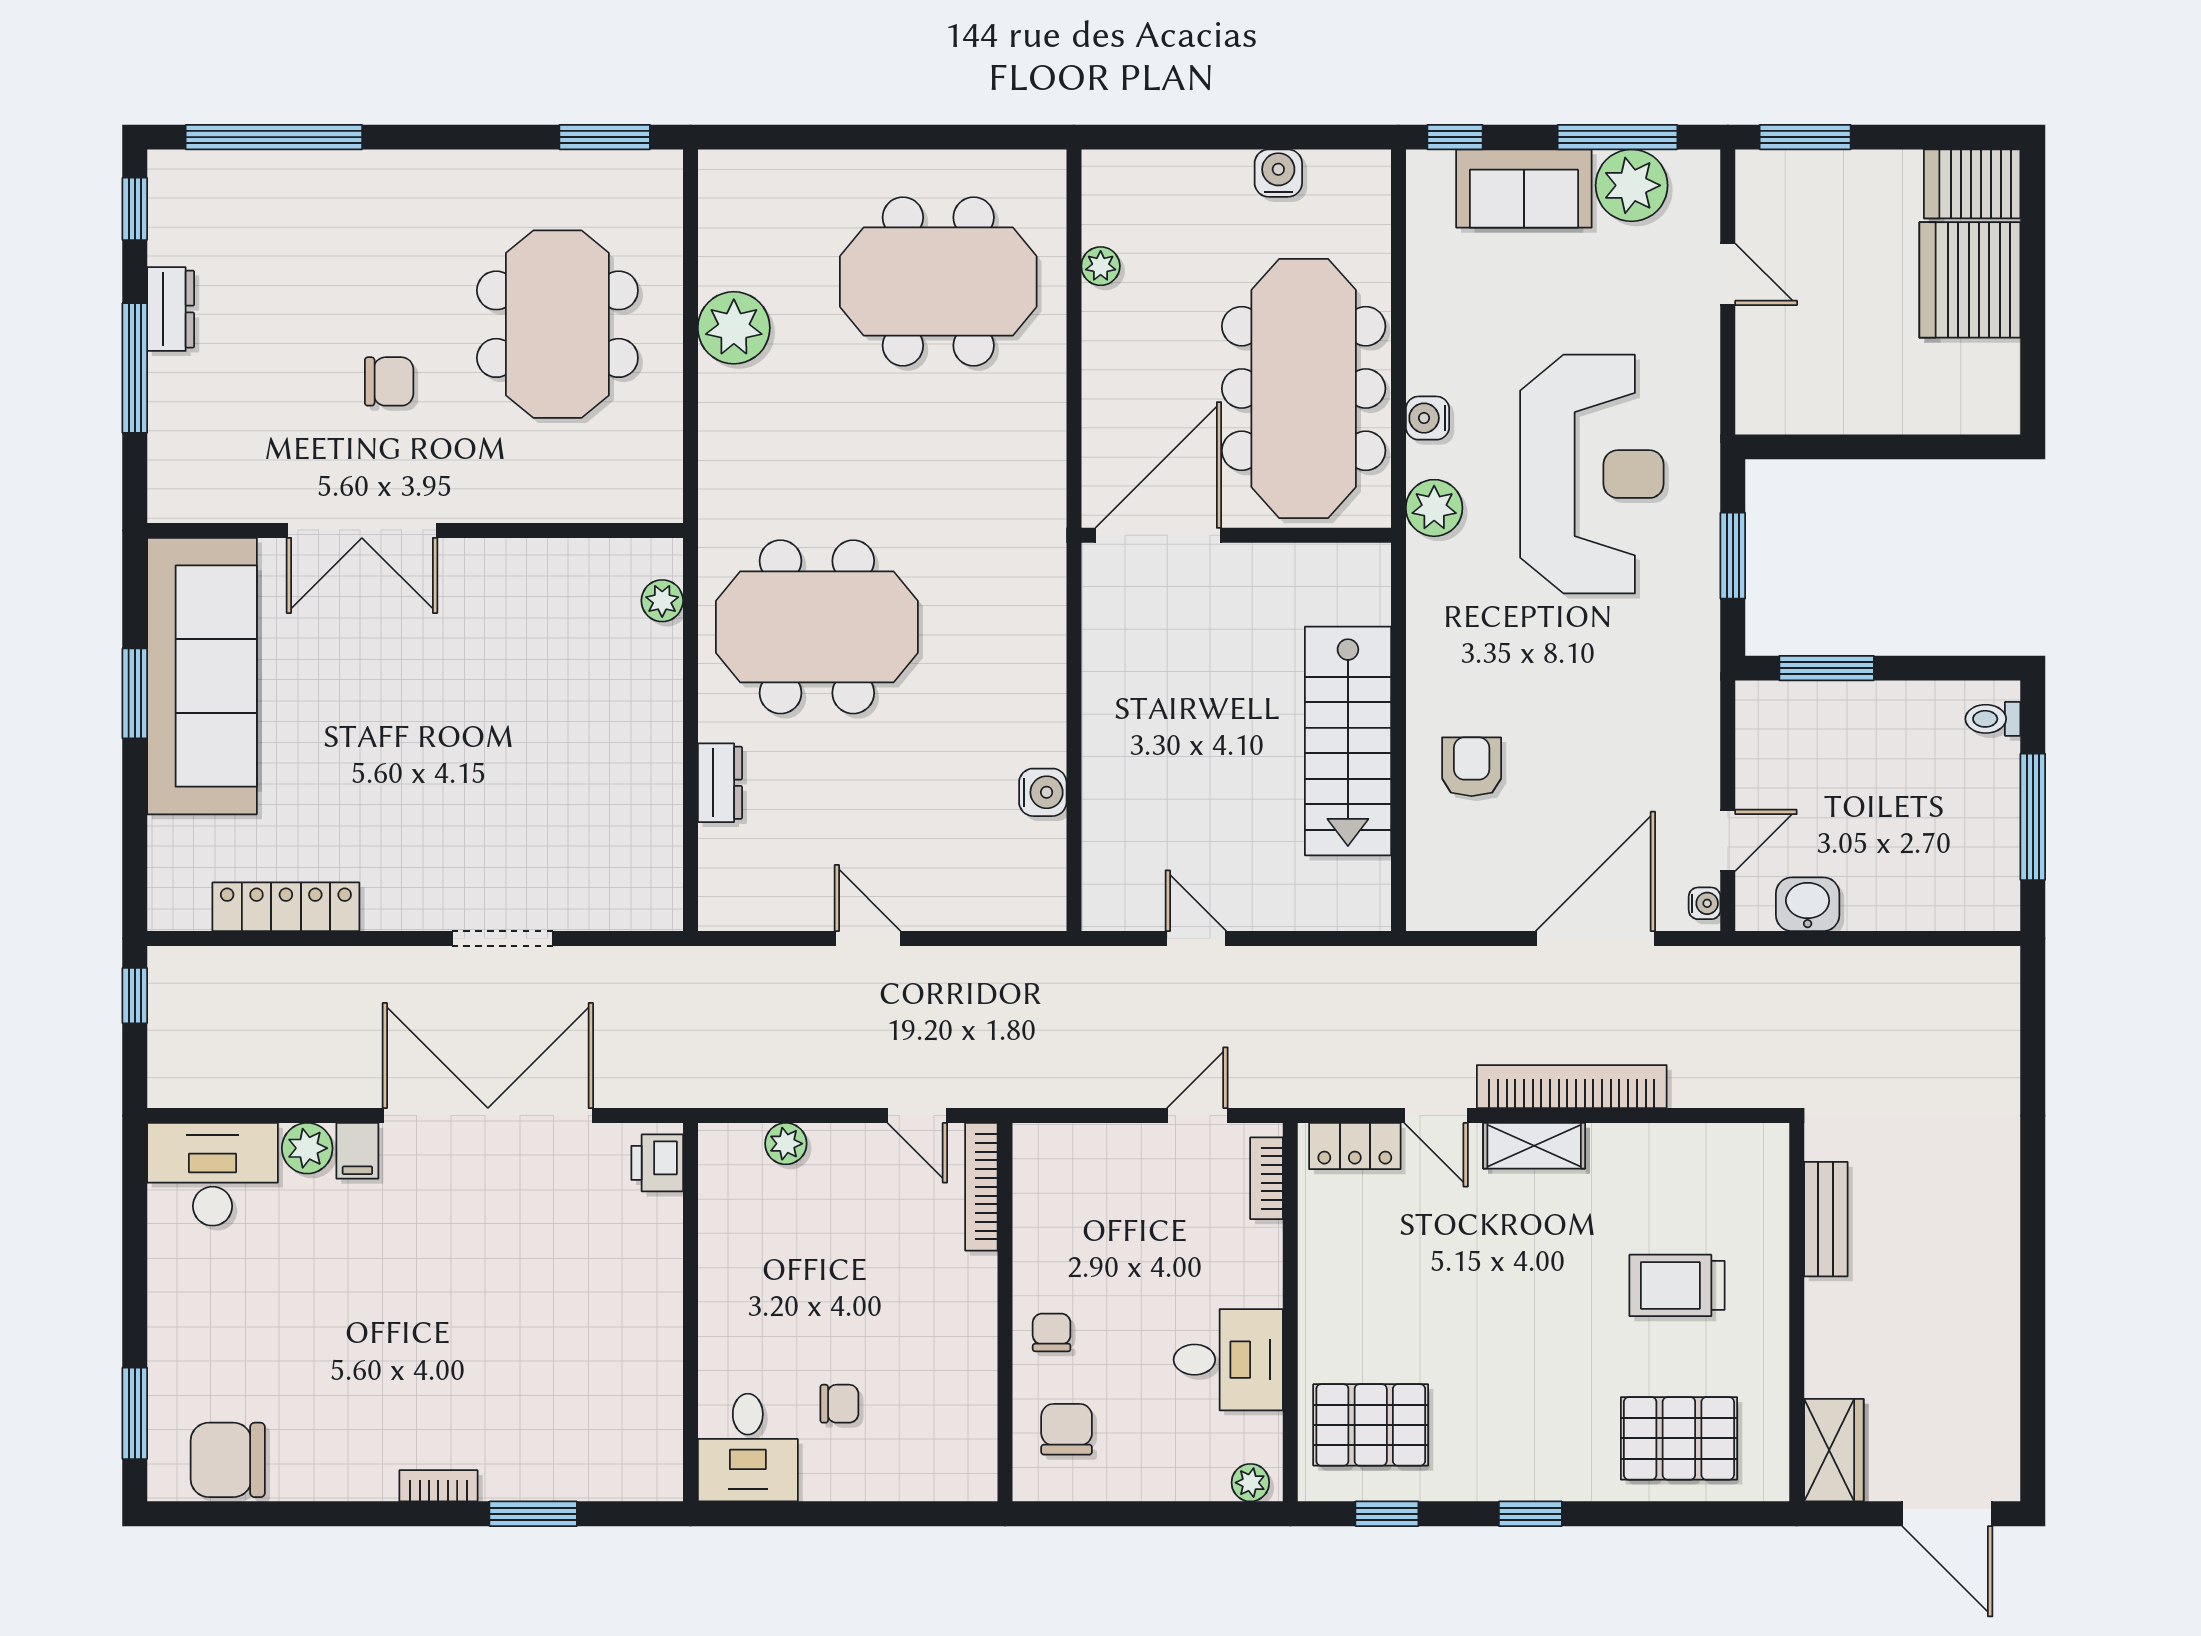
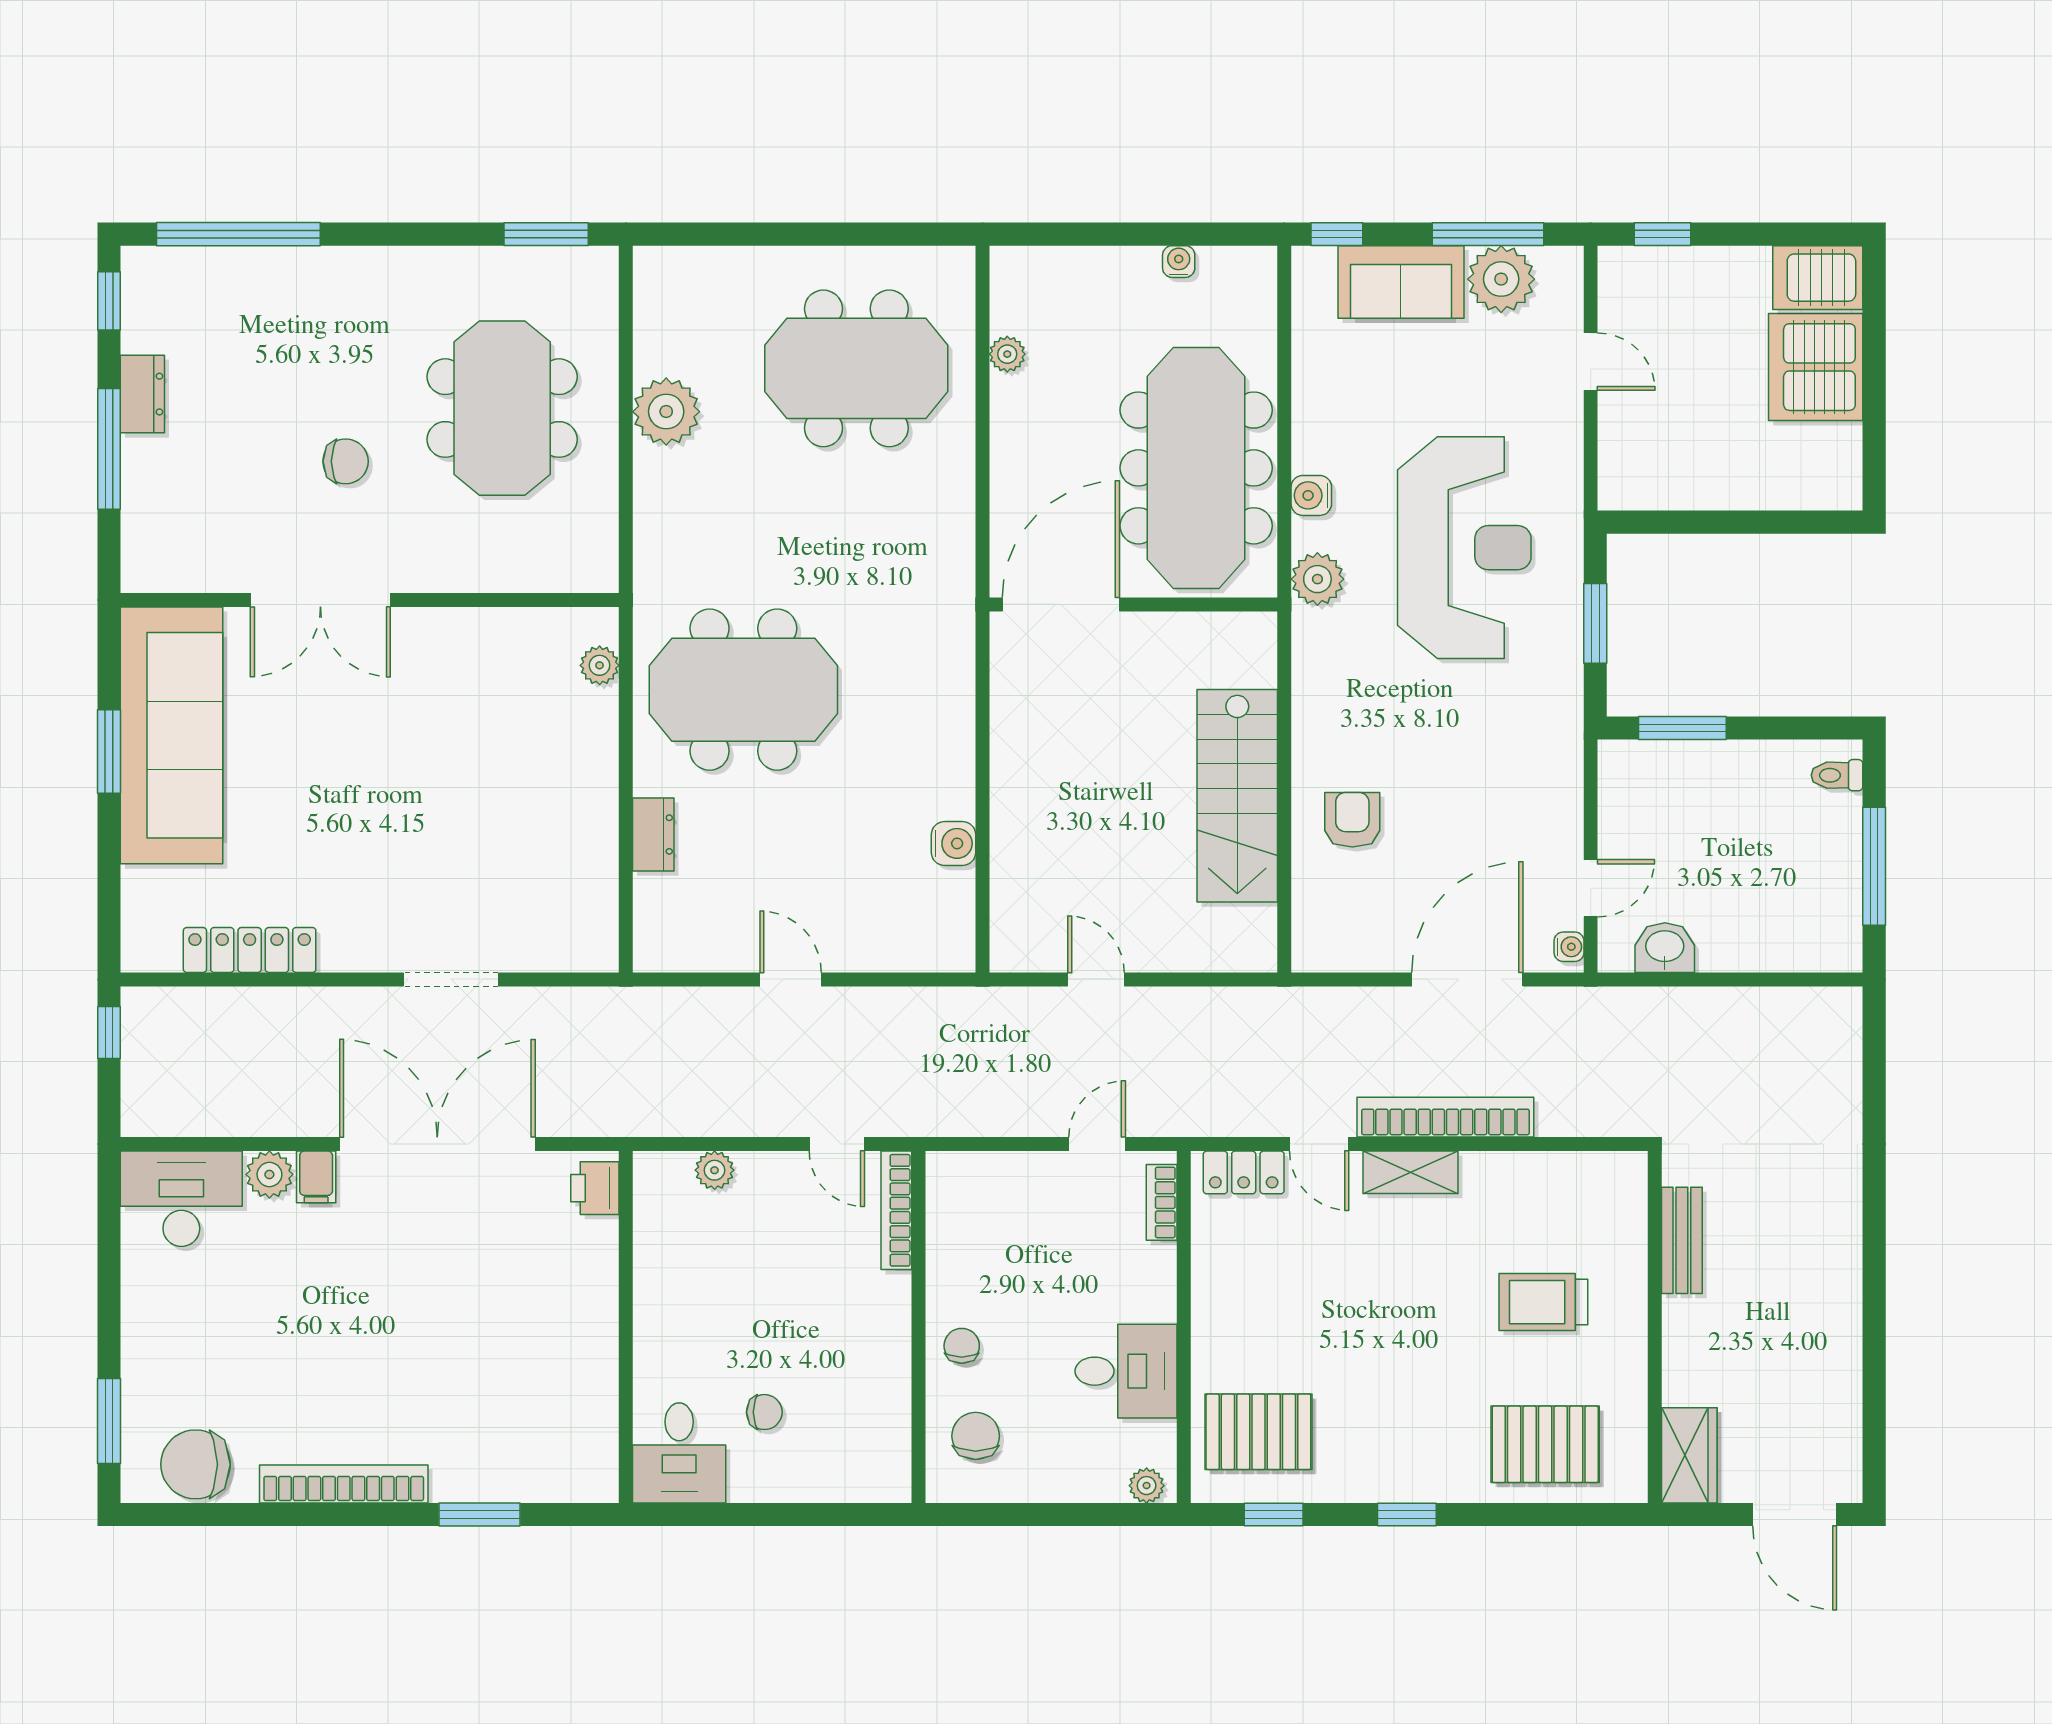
window: (1805, 137) -> (1663, 234), width x0.67
water cooler: (1278, 173) -> (1179, 262), width x0.72, depth x0.72
bookcase: (438, 1486) -> (344, 1484), width x2.31, depth x1.31

